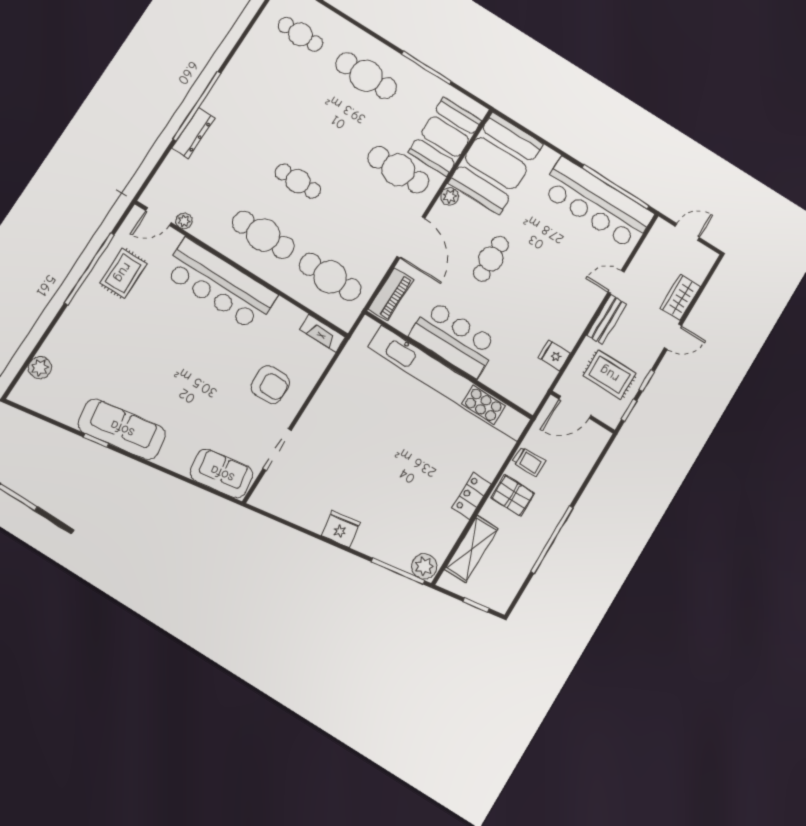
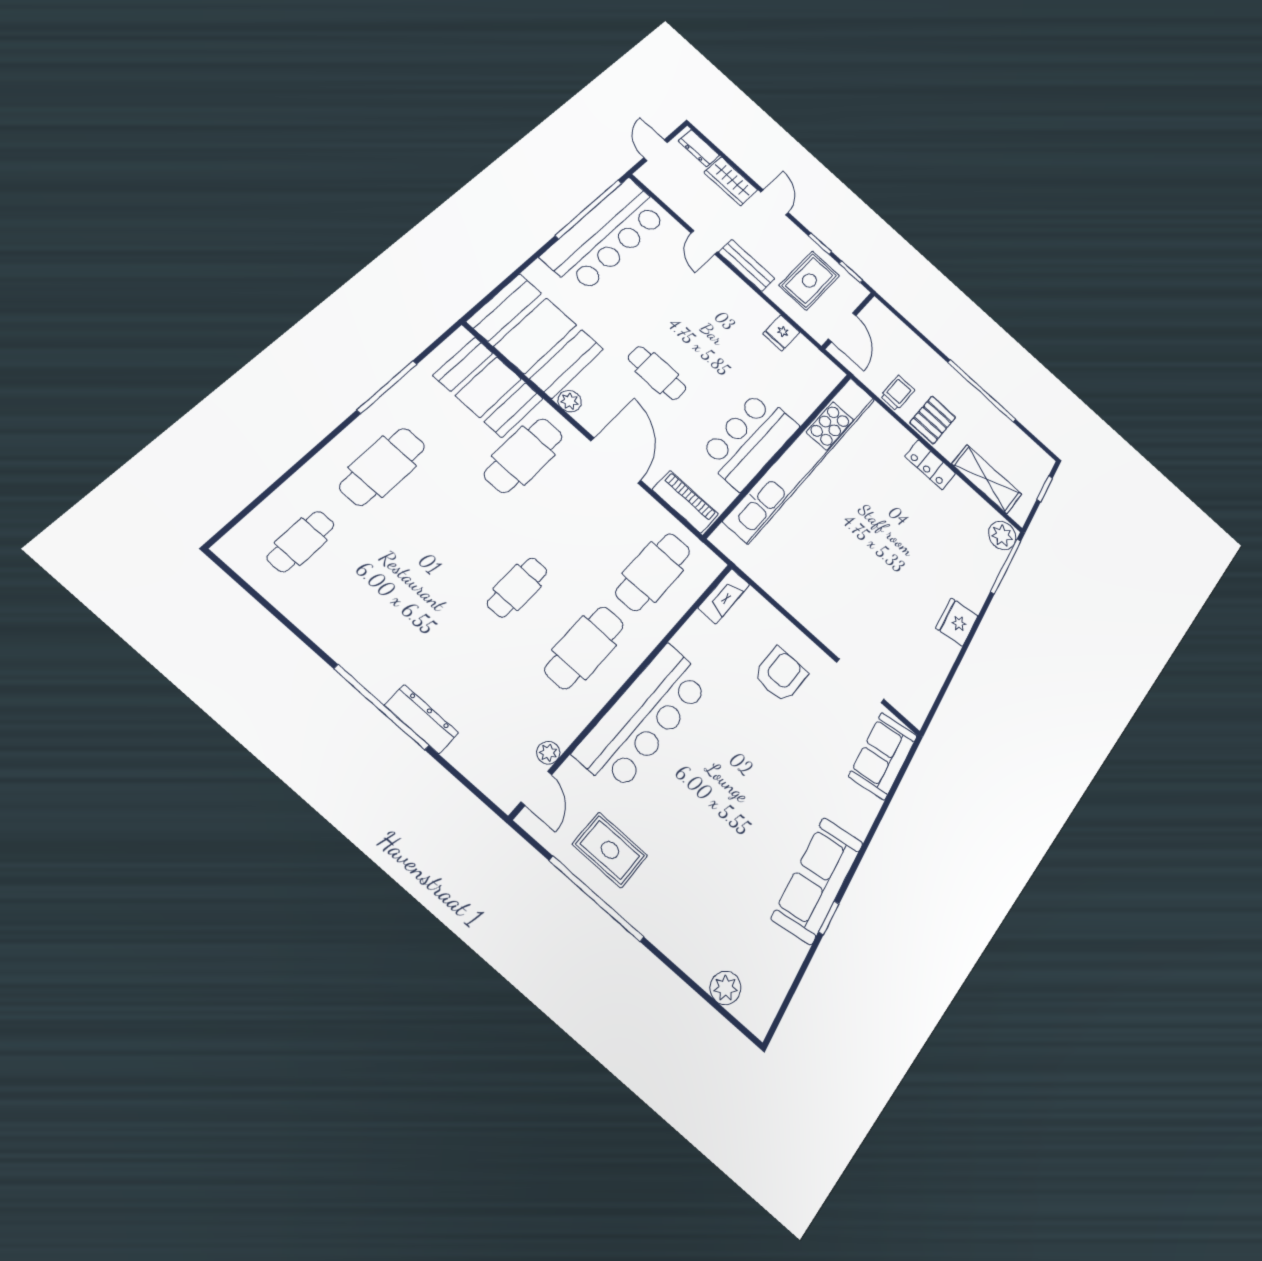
door: (411, 237) -> (616, 461), hinge flipped
dresser: (702, 267) -> (699, 148), added

